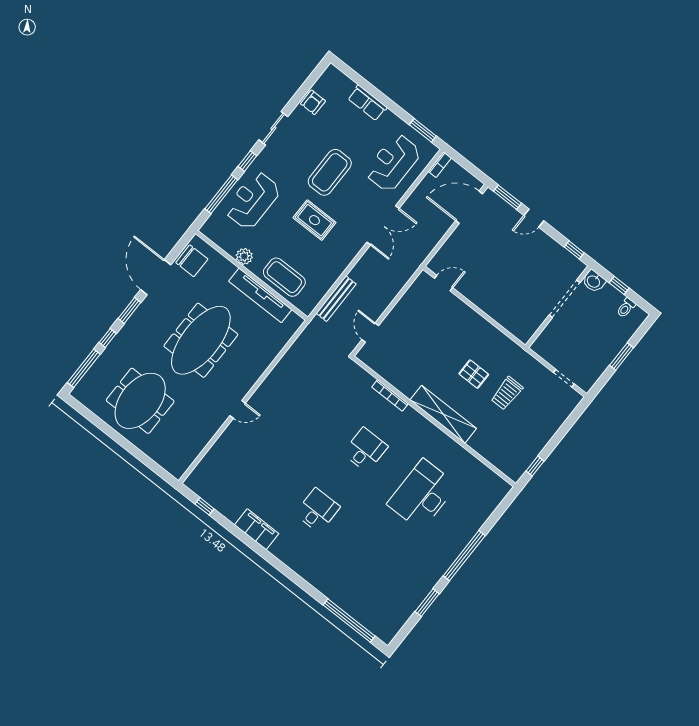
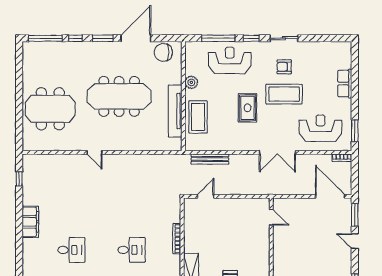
armchair: (313, 102) -> (284, 67), moved
chair: (192, 261) -> (163, 52), turned 91
meeting table: (140, 401) -> (50, 109), moved

